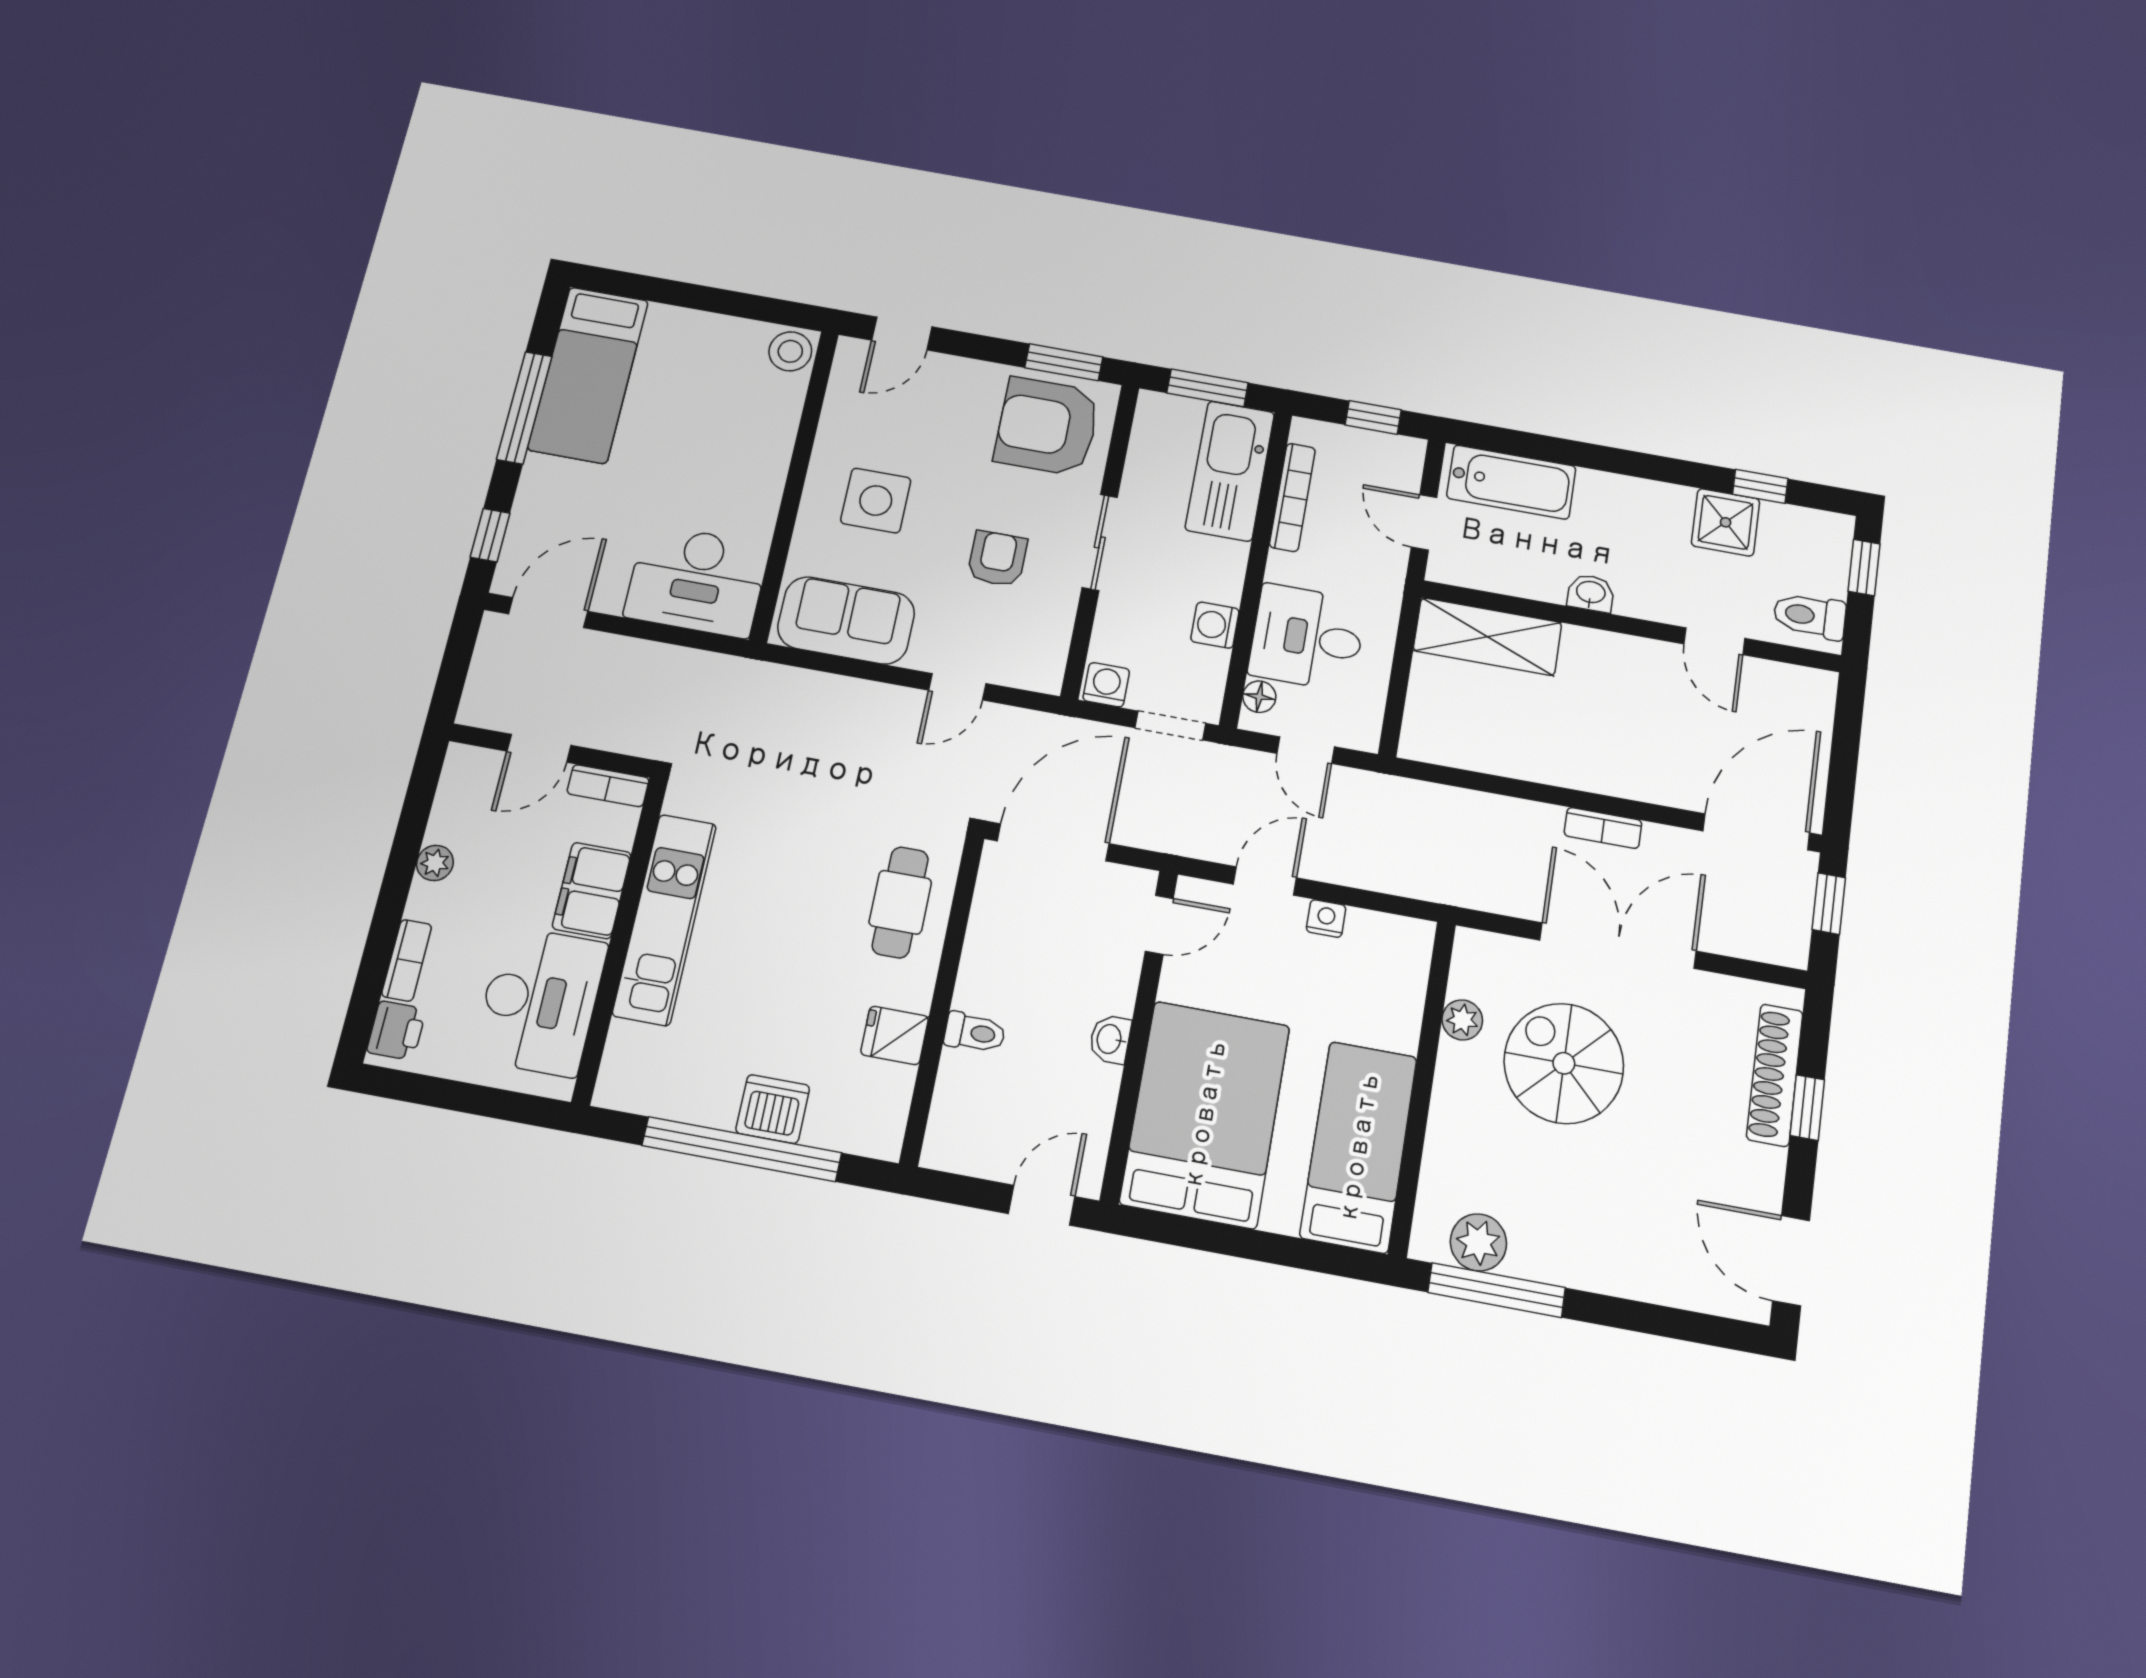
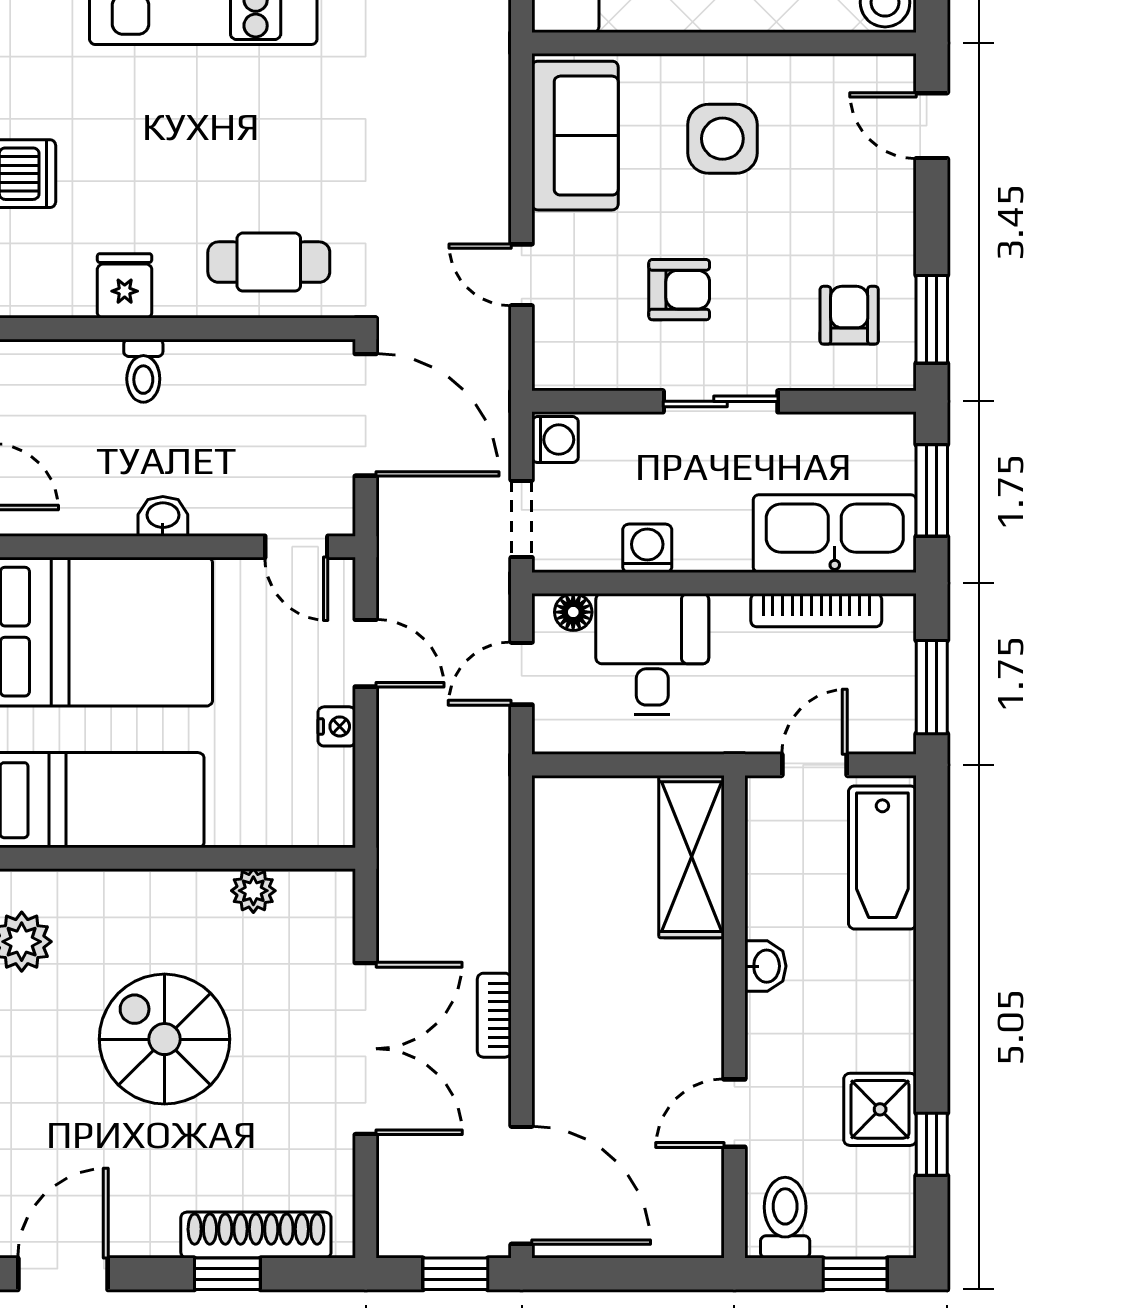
window: (1373, 417) -> (932, 687), width x1.50
armchair: (1047, 426) -> (849, 315), width x0.53, depth x0.53
spiral stairs: (1564, 1063) -> (165, 1039), moved, turned -90

